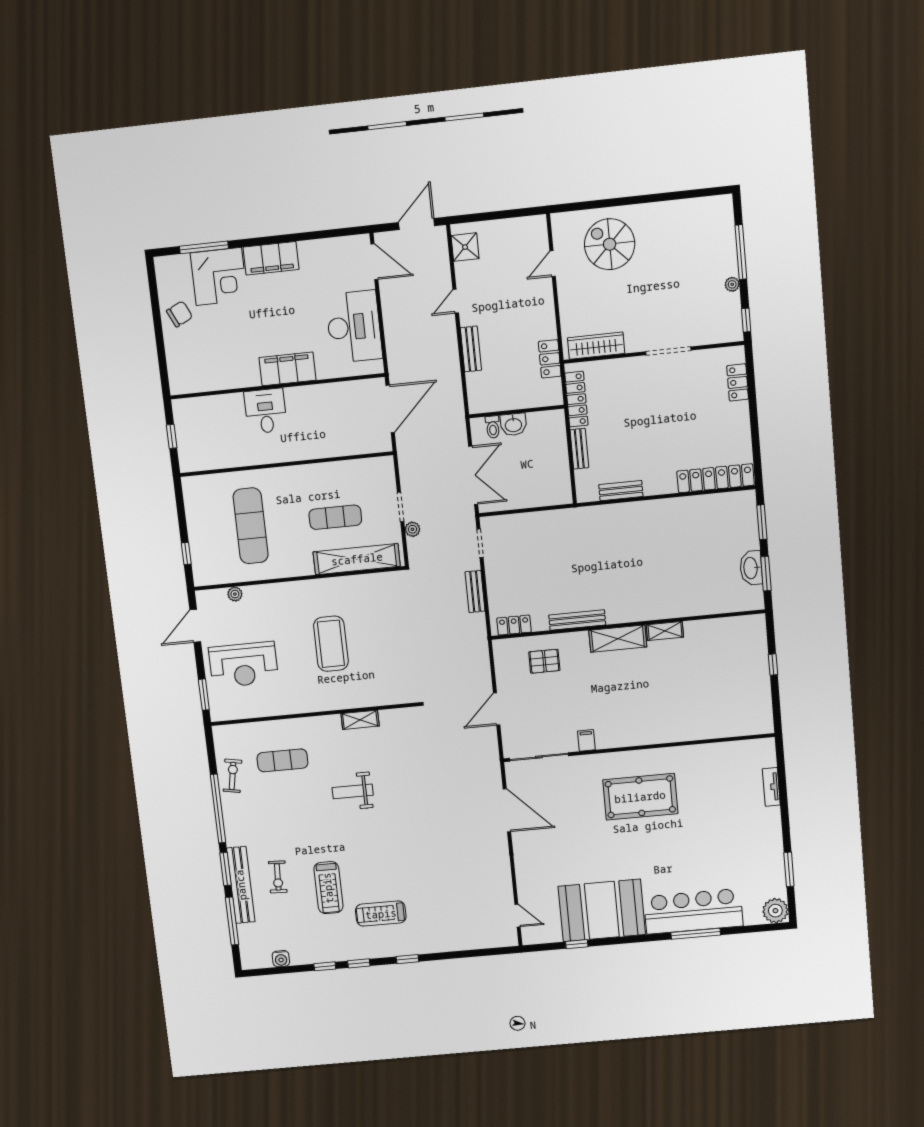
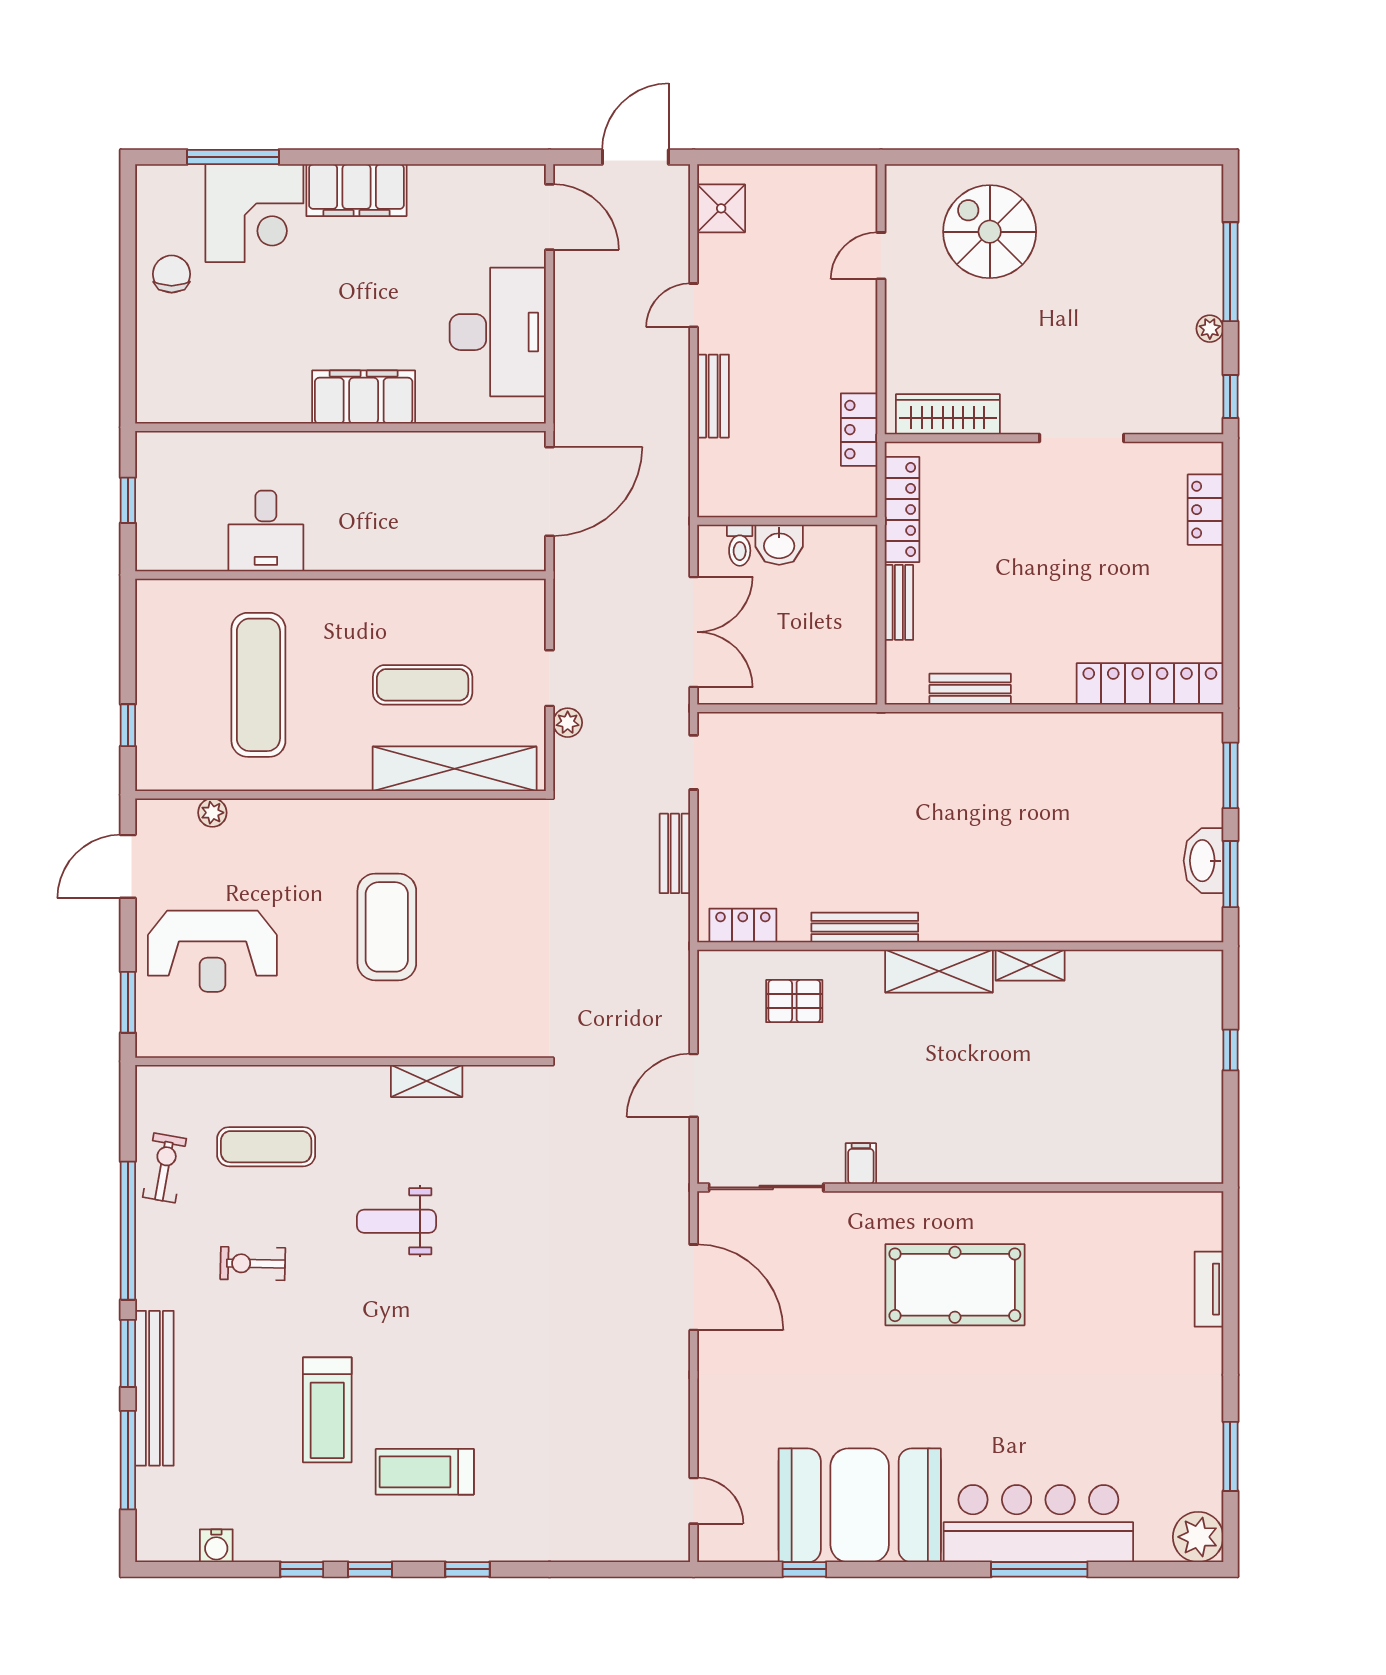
chair: (179, 314) -> (172, 274), turned -65
desk: (266, 411) -> (266, 531), moved, turned 180
exercise bike: (278, 877) -> (253, 1264), moved, turned 88

